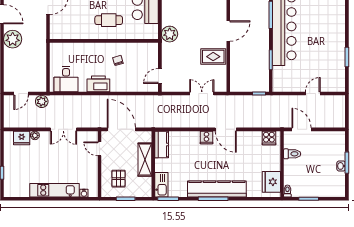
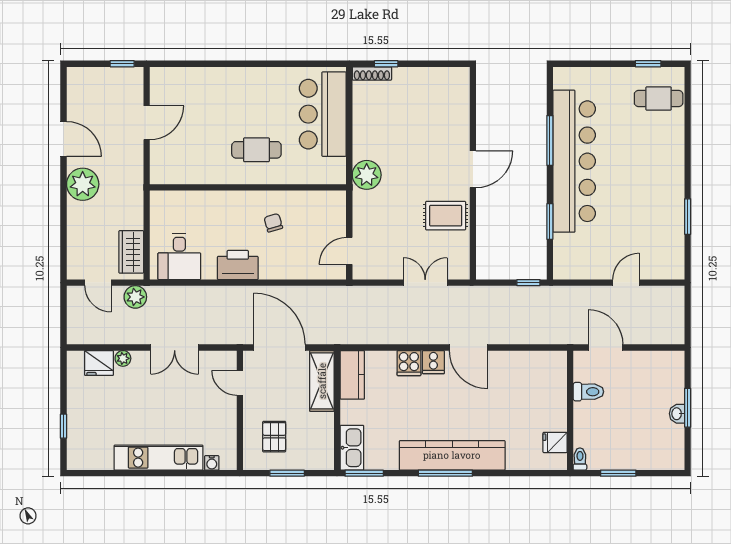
wardrobe: (39, 77) -> (131, 252), added
door: (21, 94) -> (98, 283), hinge flipped
cooker: (269, 138) -> (409, 363), moved
shelving: (145, 160) -> (322, 381), moved
fridge: (271, 182) -> (555, 442), width x0.53, depth x0.75

